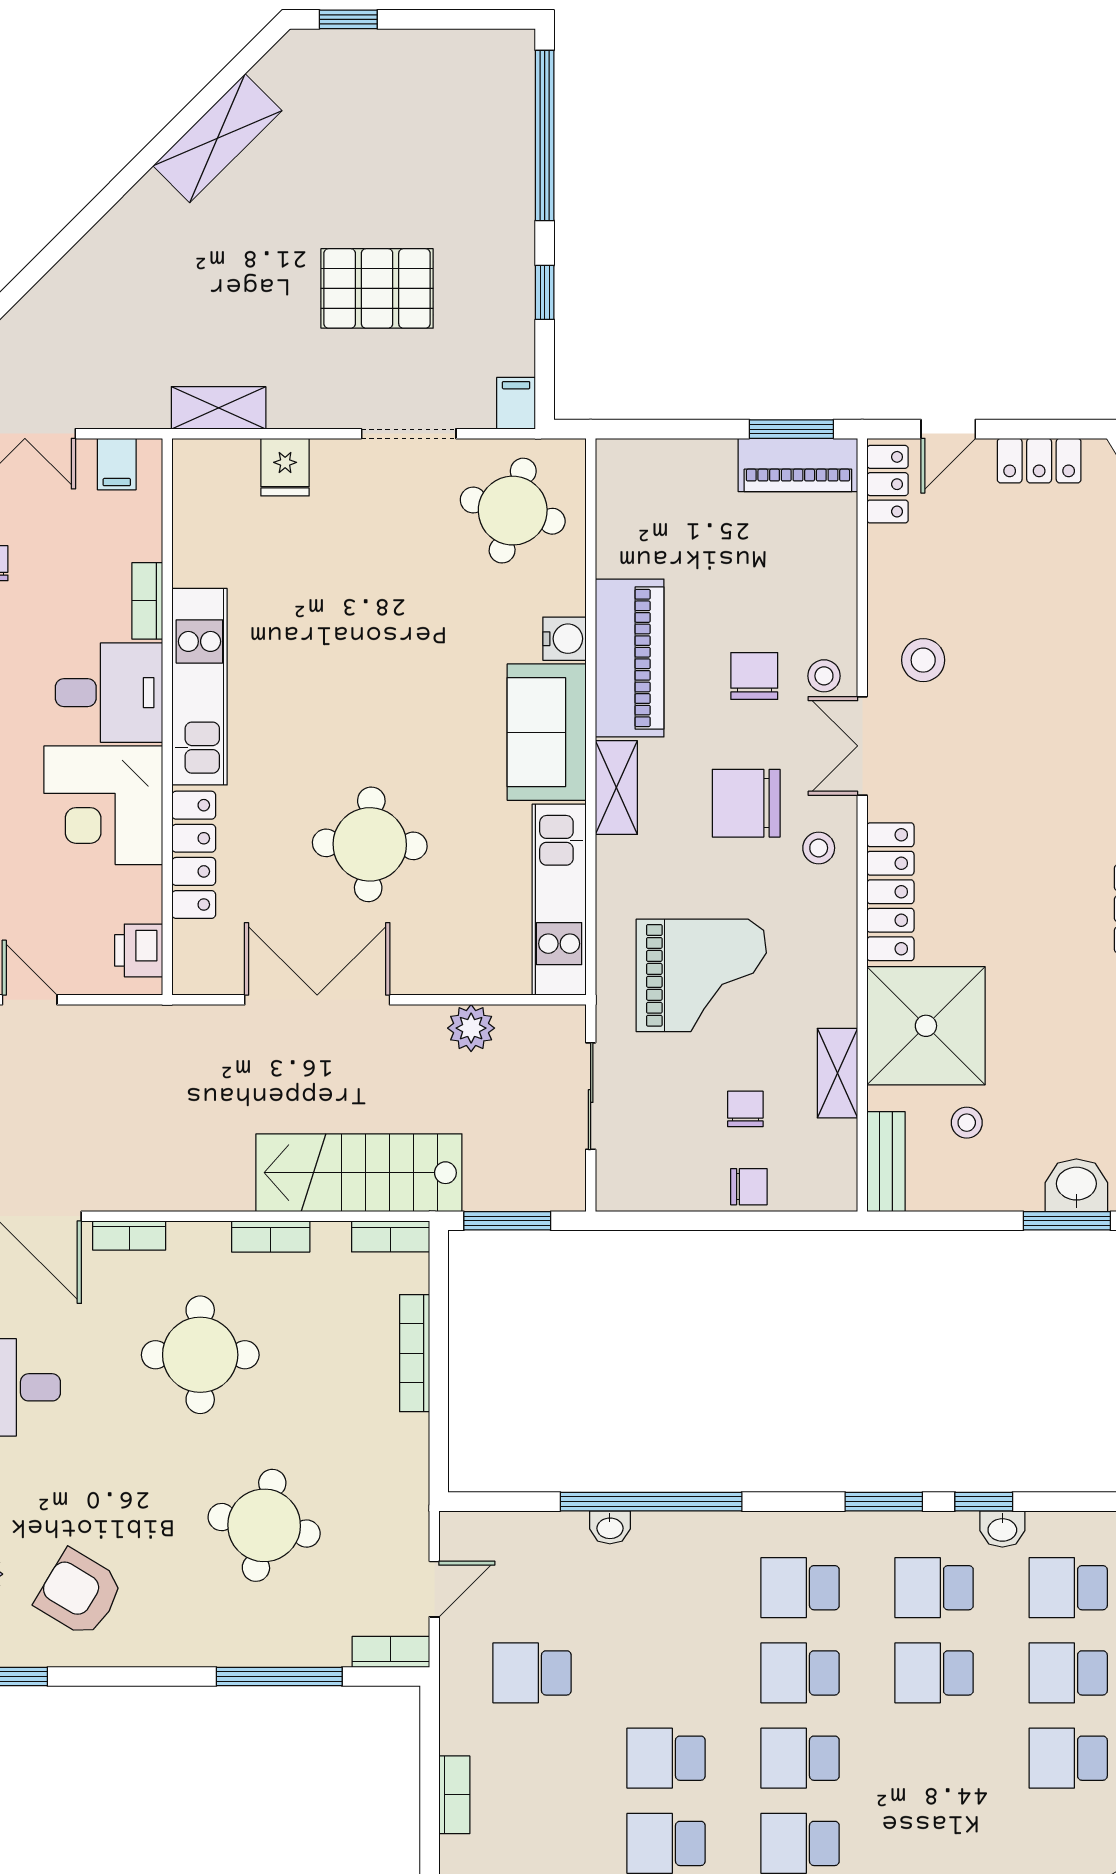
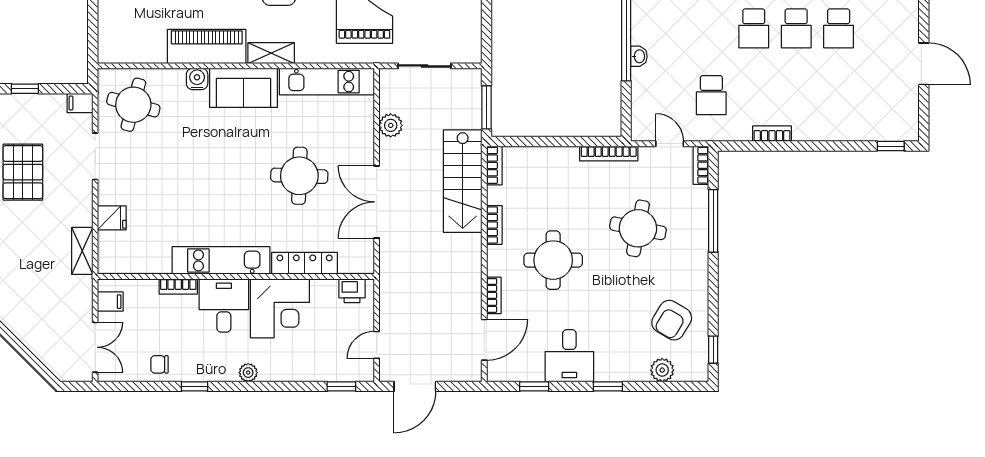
bookcase: (415, 1353) -> (609, 153), moved

